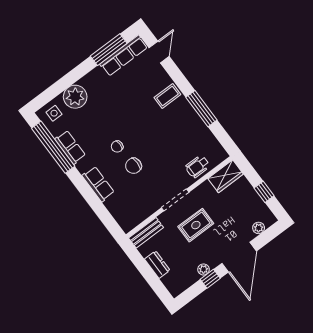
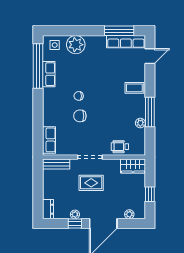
plant: (200, 127) -> (140, 123), added
row of seats: (98, 184) -> (49, 140), moved
dresser: (157, 265) -> (48, 209), moved

